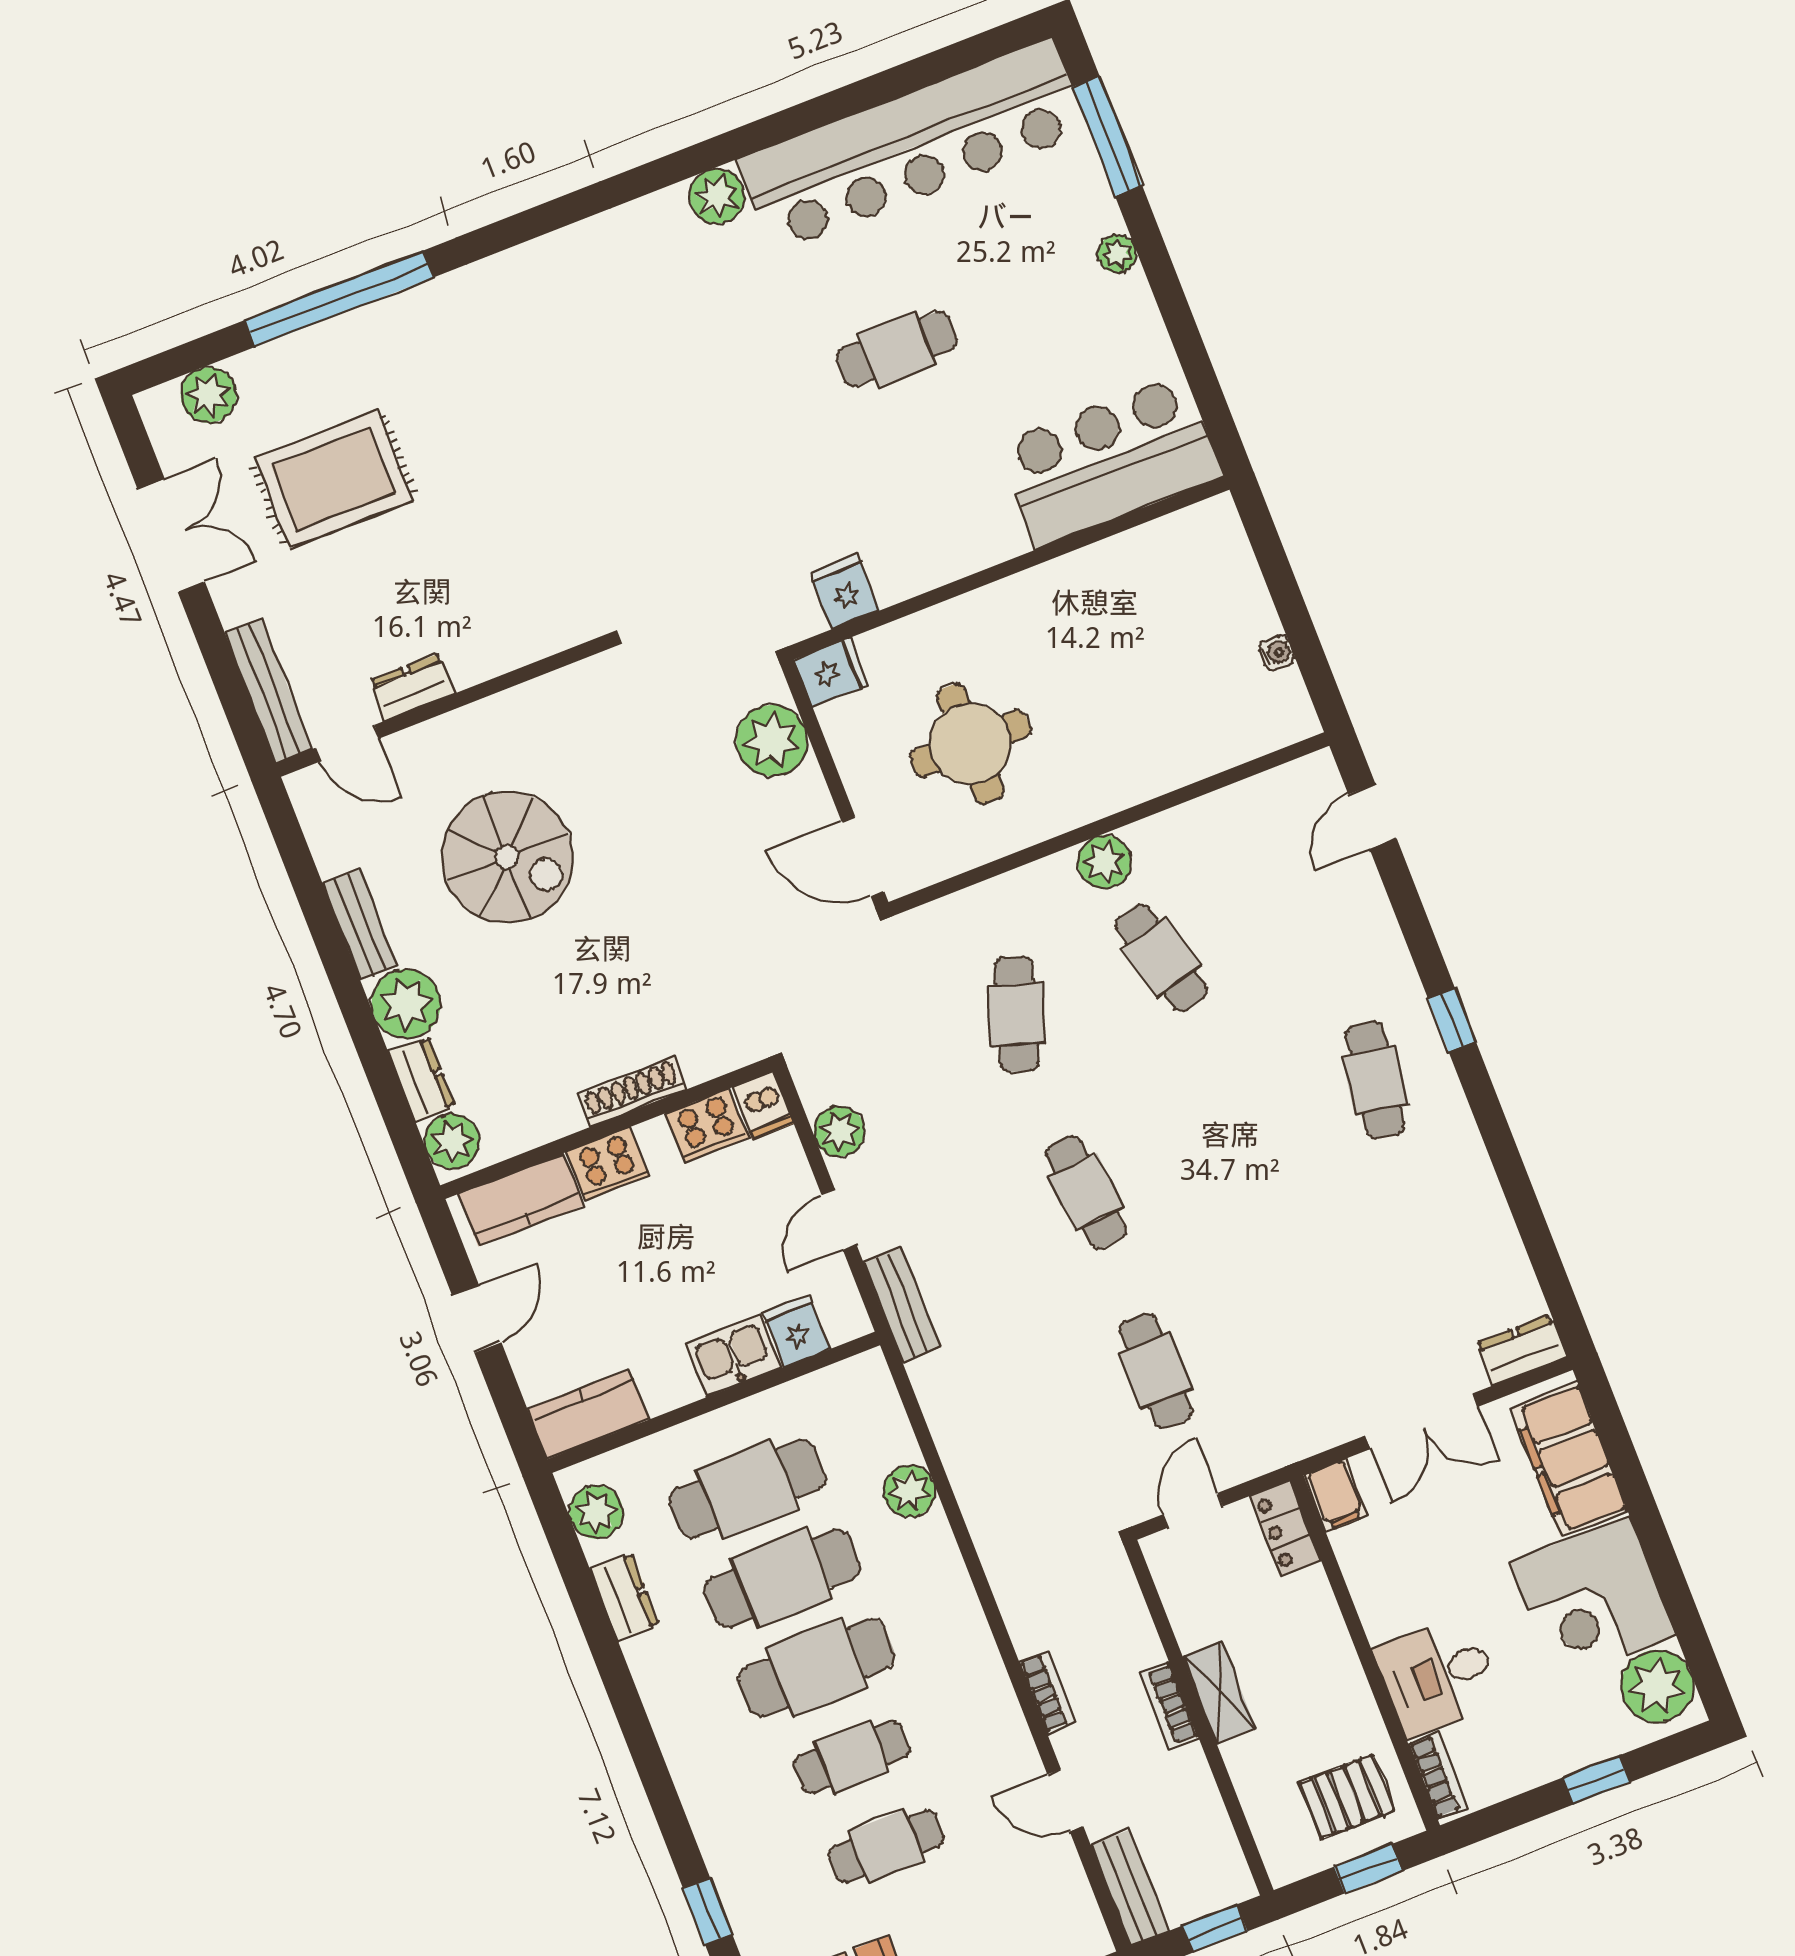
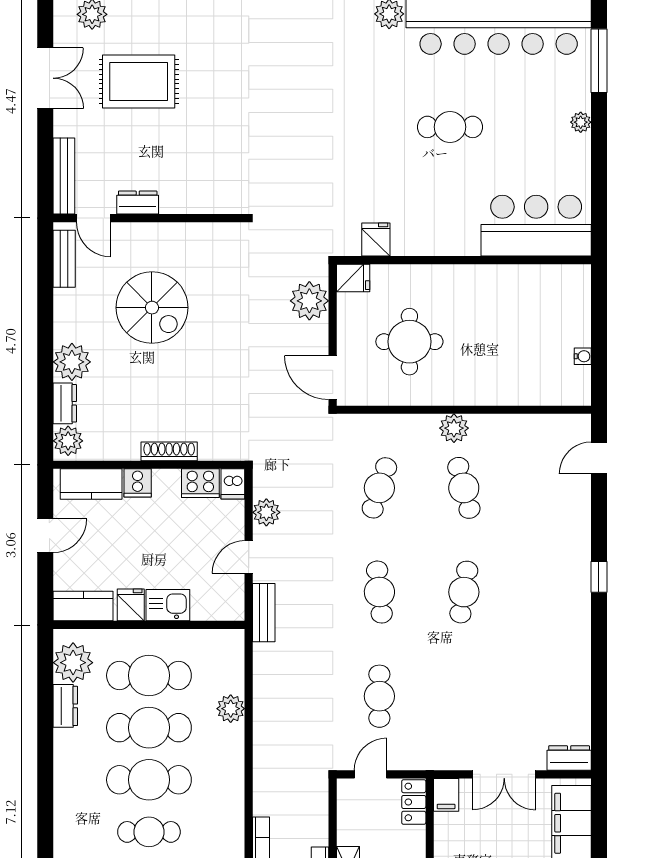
bench: (360, 924) -> (64, 259), moved
cafe table: (1375, 1080) -> (464, 592), moved
cooker: (608, 1164) -> (138, 483), width x0.73
fridge: (796, 1331) -> (131, 605), moved
plant: (596, 1512) -> (73, 663), width x1.36, depth x1.36

